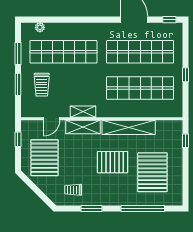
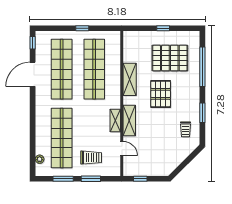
shelving: (129, 127) -> (130, 79), width x0.68
window: (186, 141) -> (163, 28), moved
pallet: (45, 158) -> (157, 155), removed

